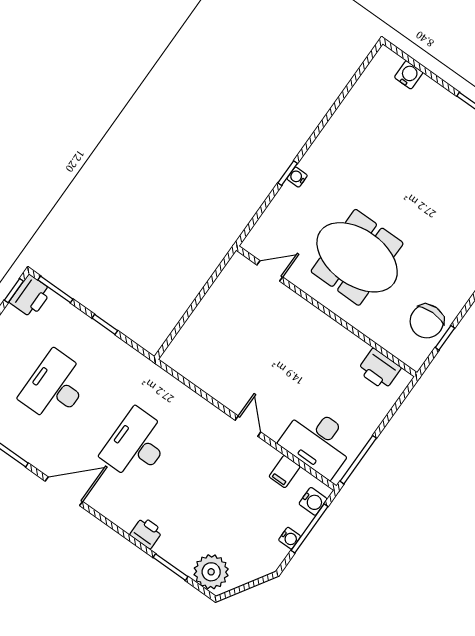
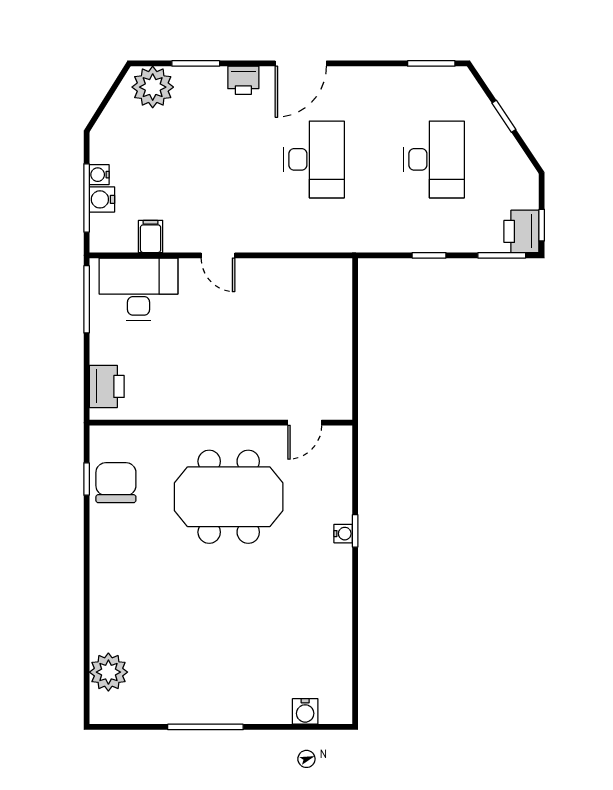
printer: (379, 369) -> (107, 386), moved, turned 90
door: (64, 491) -> (301, 63), moved
water cooler: (313, 501) -> (102, 199), moved

